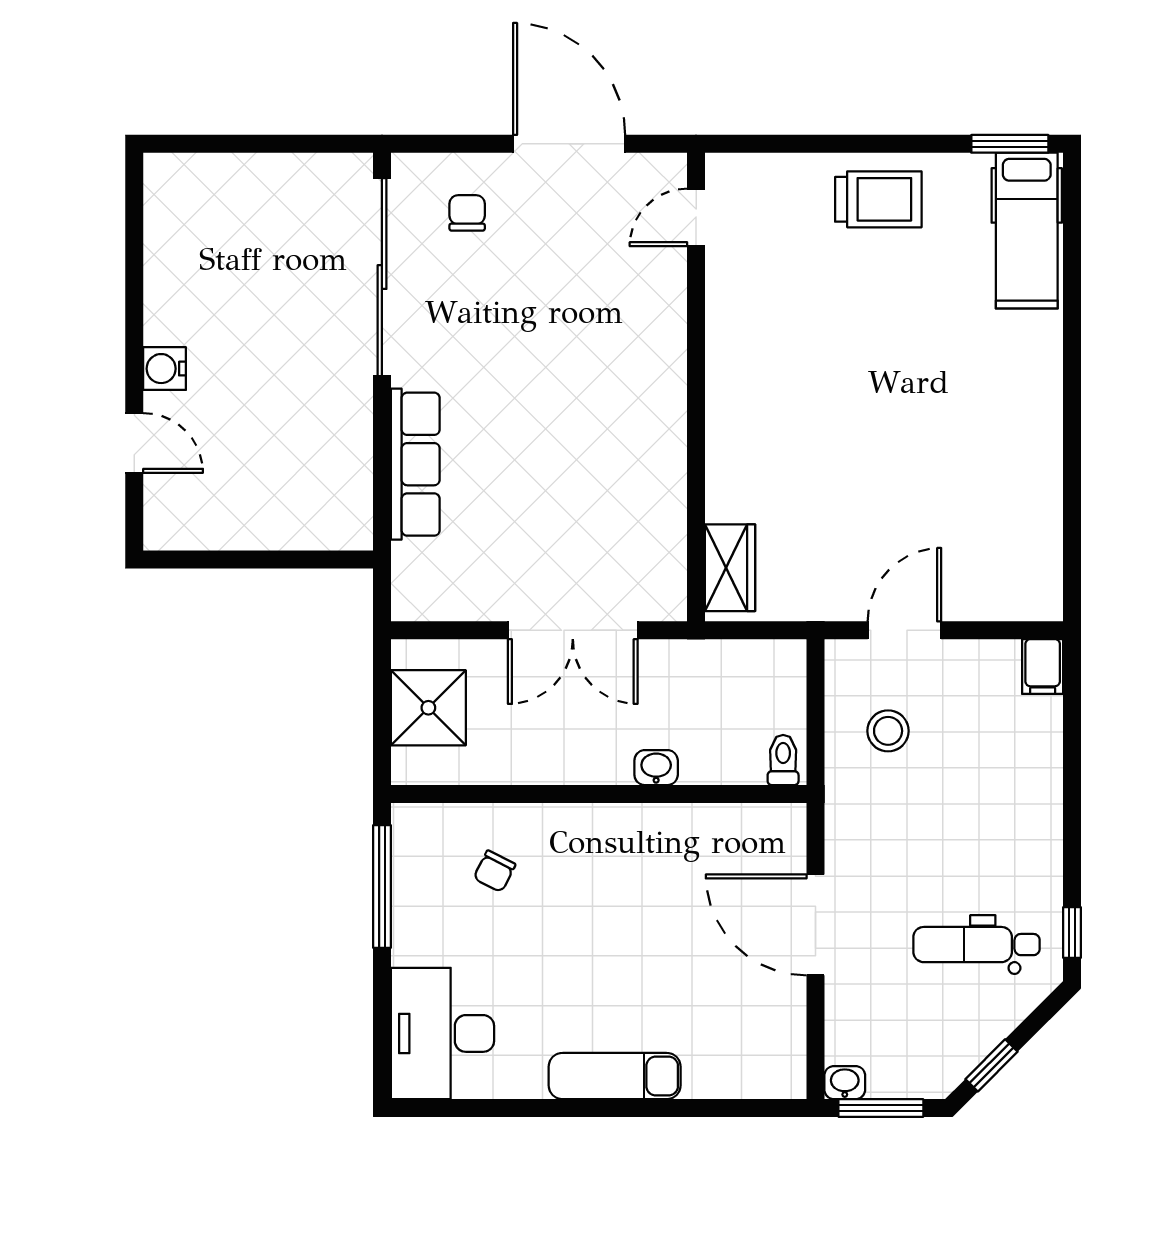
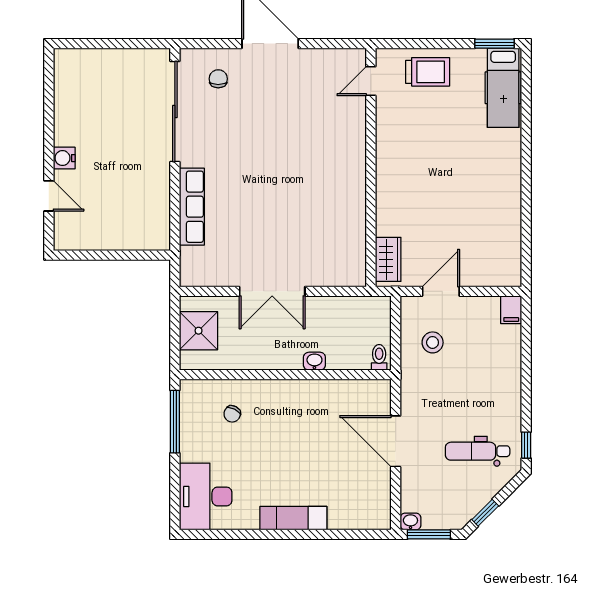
door: (696, 217) -> (371, 81), moved
wall: (696, 387) -> (371, 167), moved
wardrobe: (730, 568) -> (388, 259), moved

